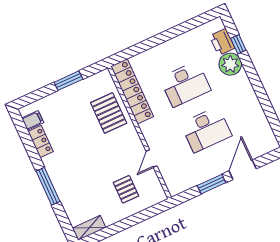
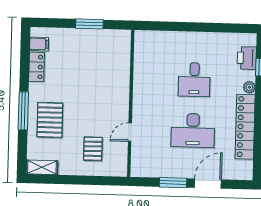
plant: (230, 64) -> (249, 87), width x0.53, depth x0.53
desk: (185, 84) -> (194, 80), width x0.73
locker: (132, 91) -> (245, 127), moved, turned 180
pallet: (109, 113) -> (50, 120), moved

